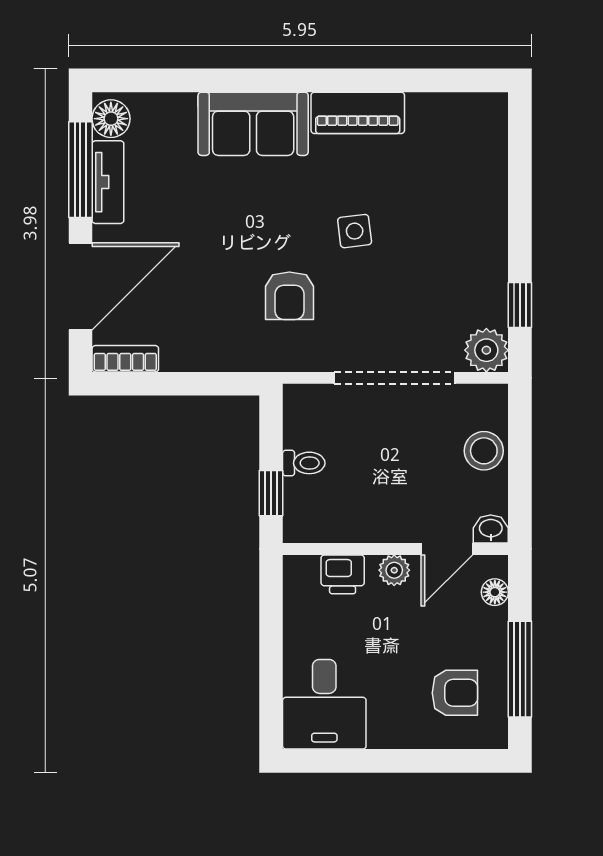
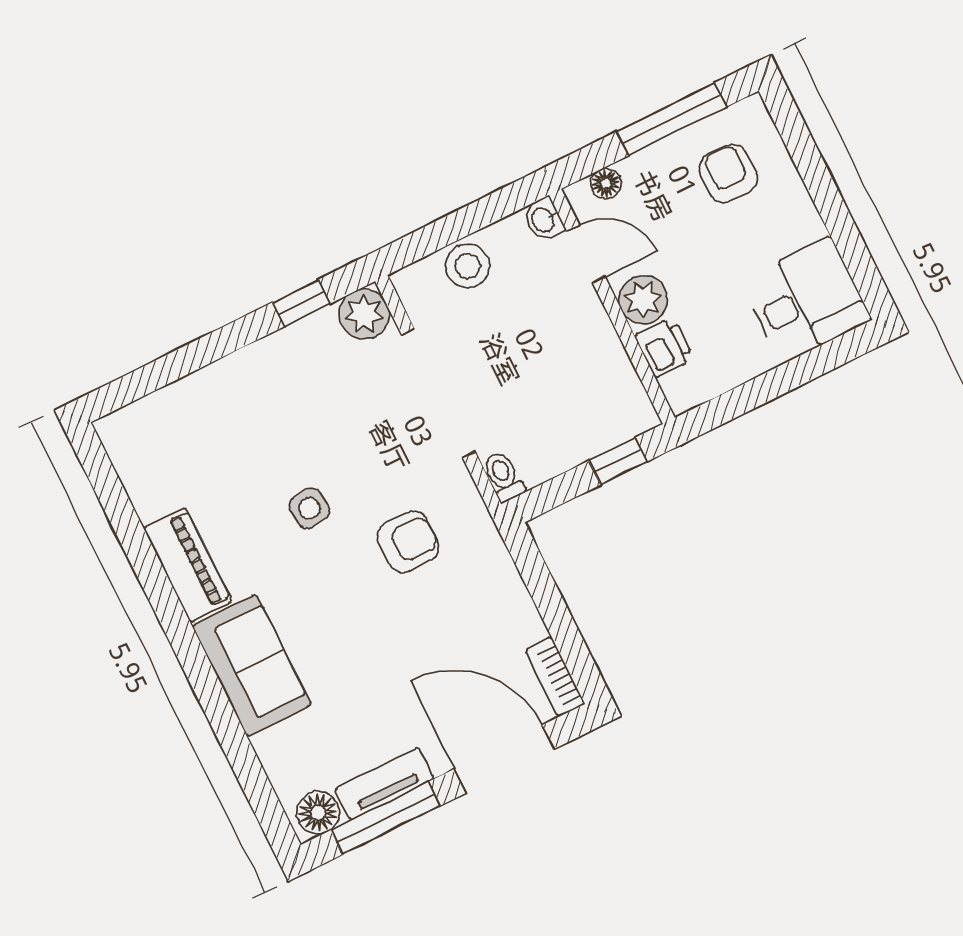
toilet: (304, 463) -> (503, 476), moved
plant: (394, 570) -> (643, 300), width x1.38, depth x1.38

